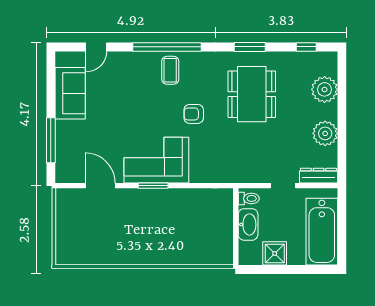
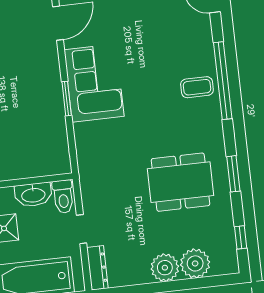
armchair: (194, 114) -> (151, 119), removed
plant: (325, 133) -> (165, 268), moved
window: (153, 186) -> (67, 99), moved
toilet: (249, 198) -> (63, 197), width x1.37, depth x1.39

